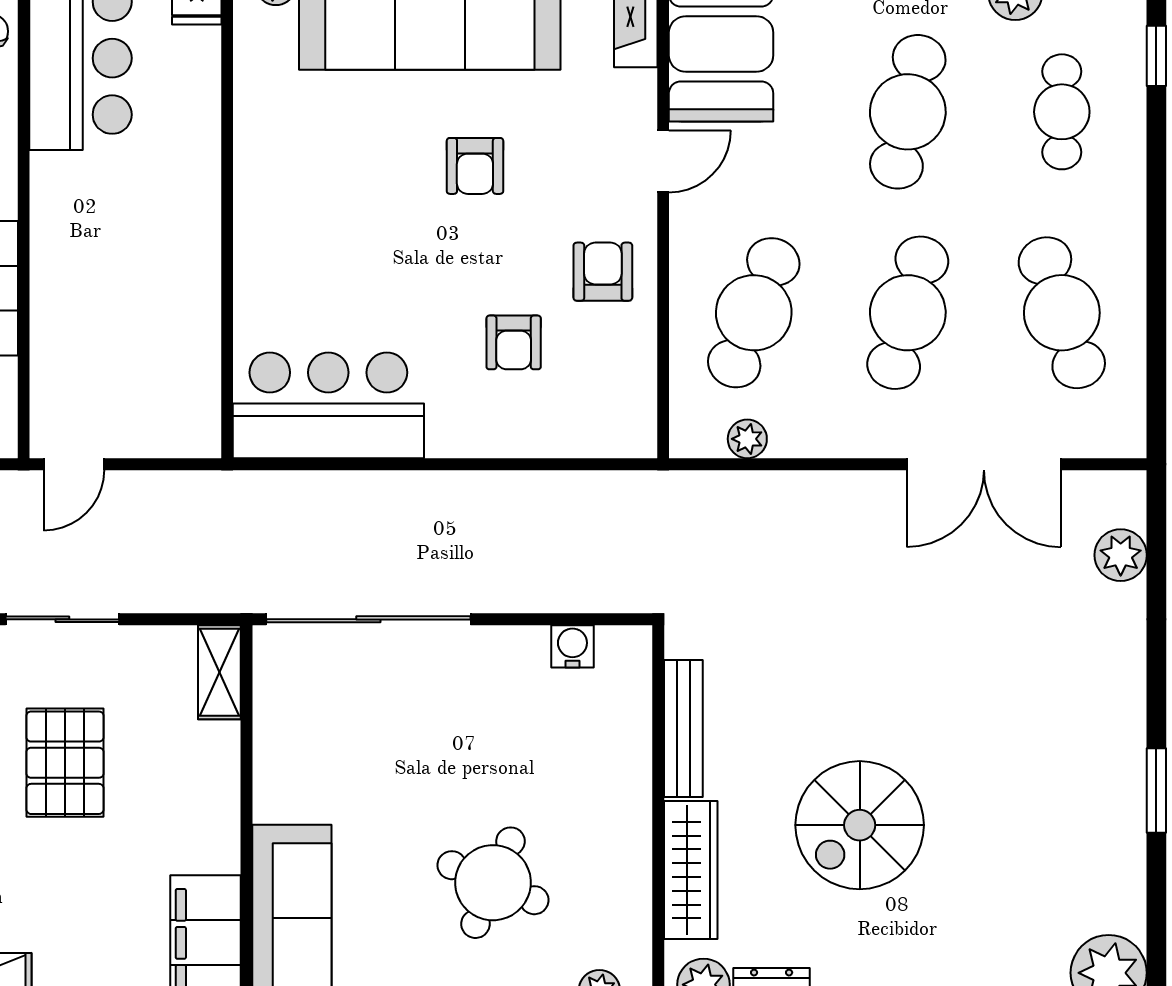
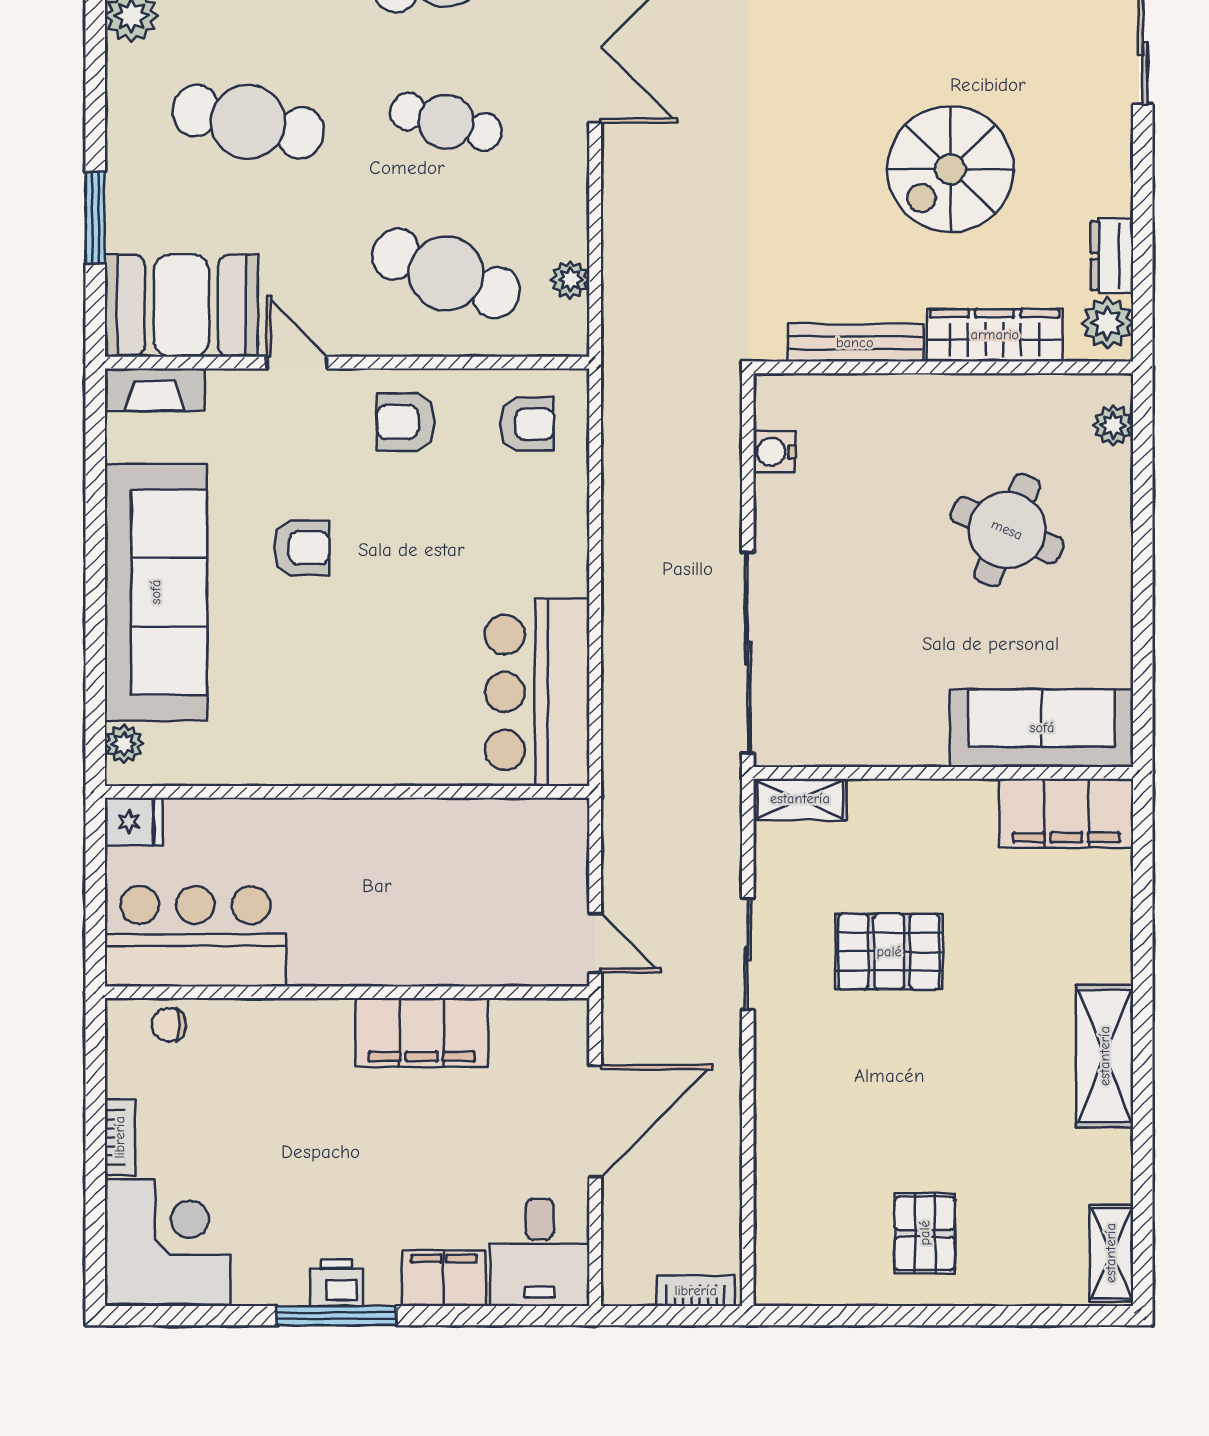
cafe table: (908, 313) -> (446, 122), width x0.73, depth x0.74
armchair: (514, 342) -> (527, 424), moved
spiral stairs: (860, 825) -> (950, 169), turned 90

